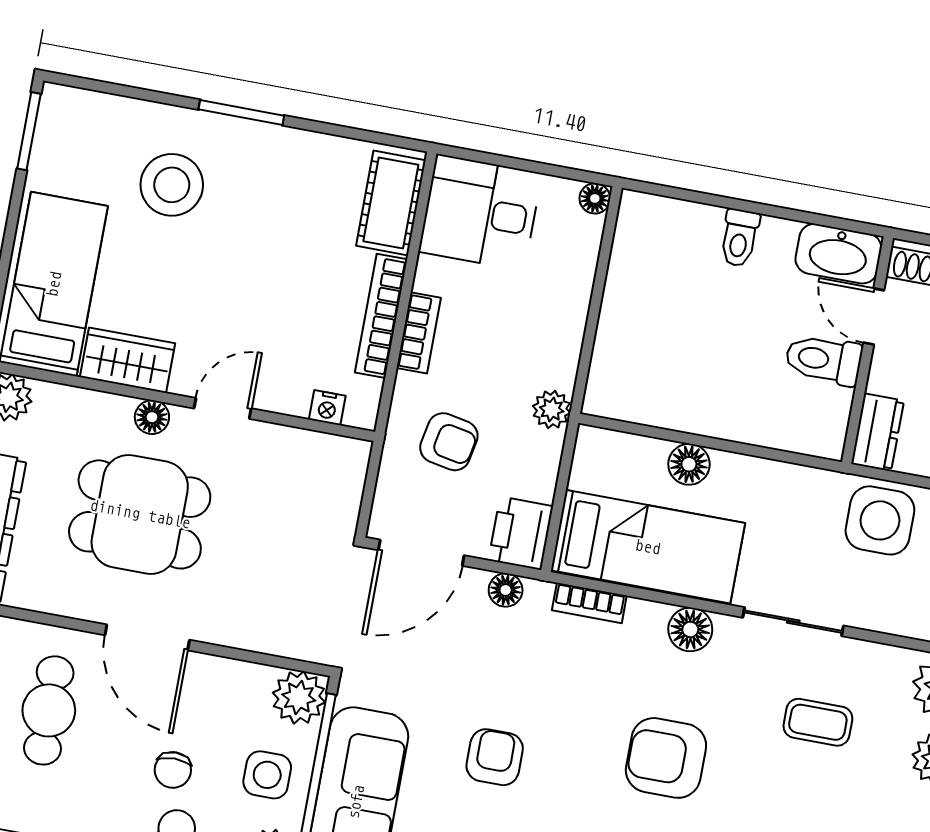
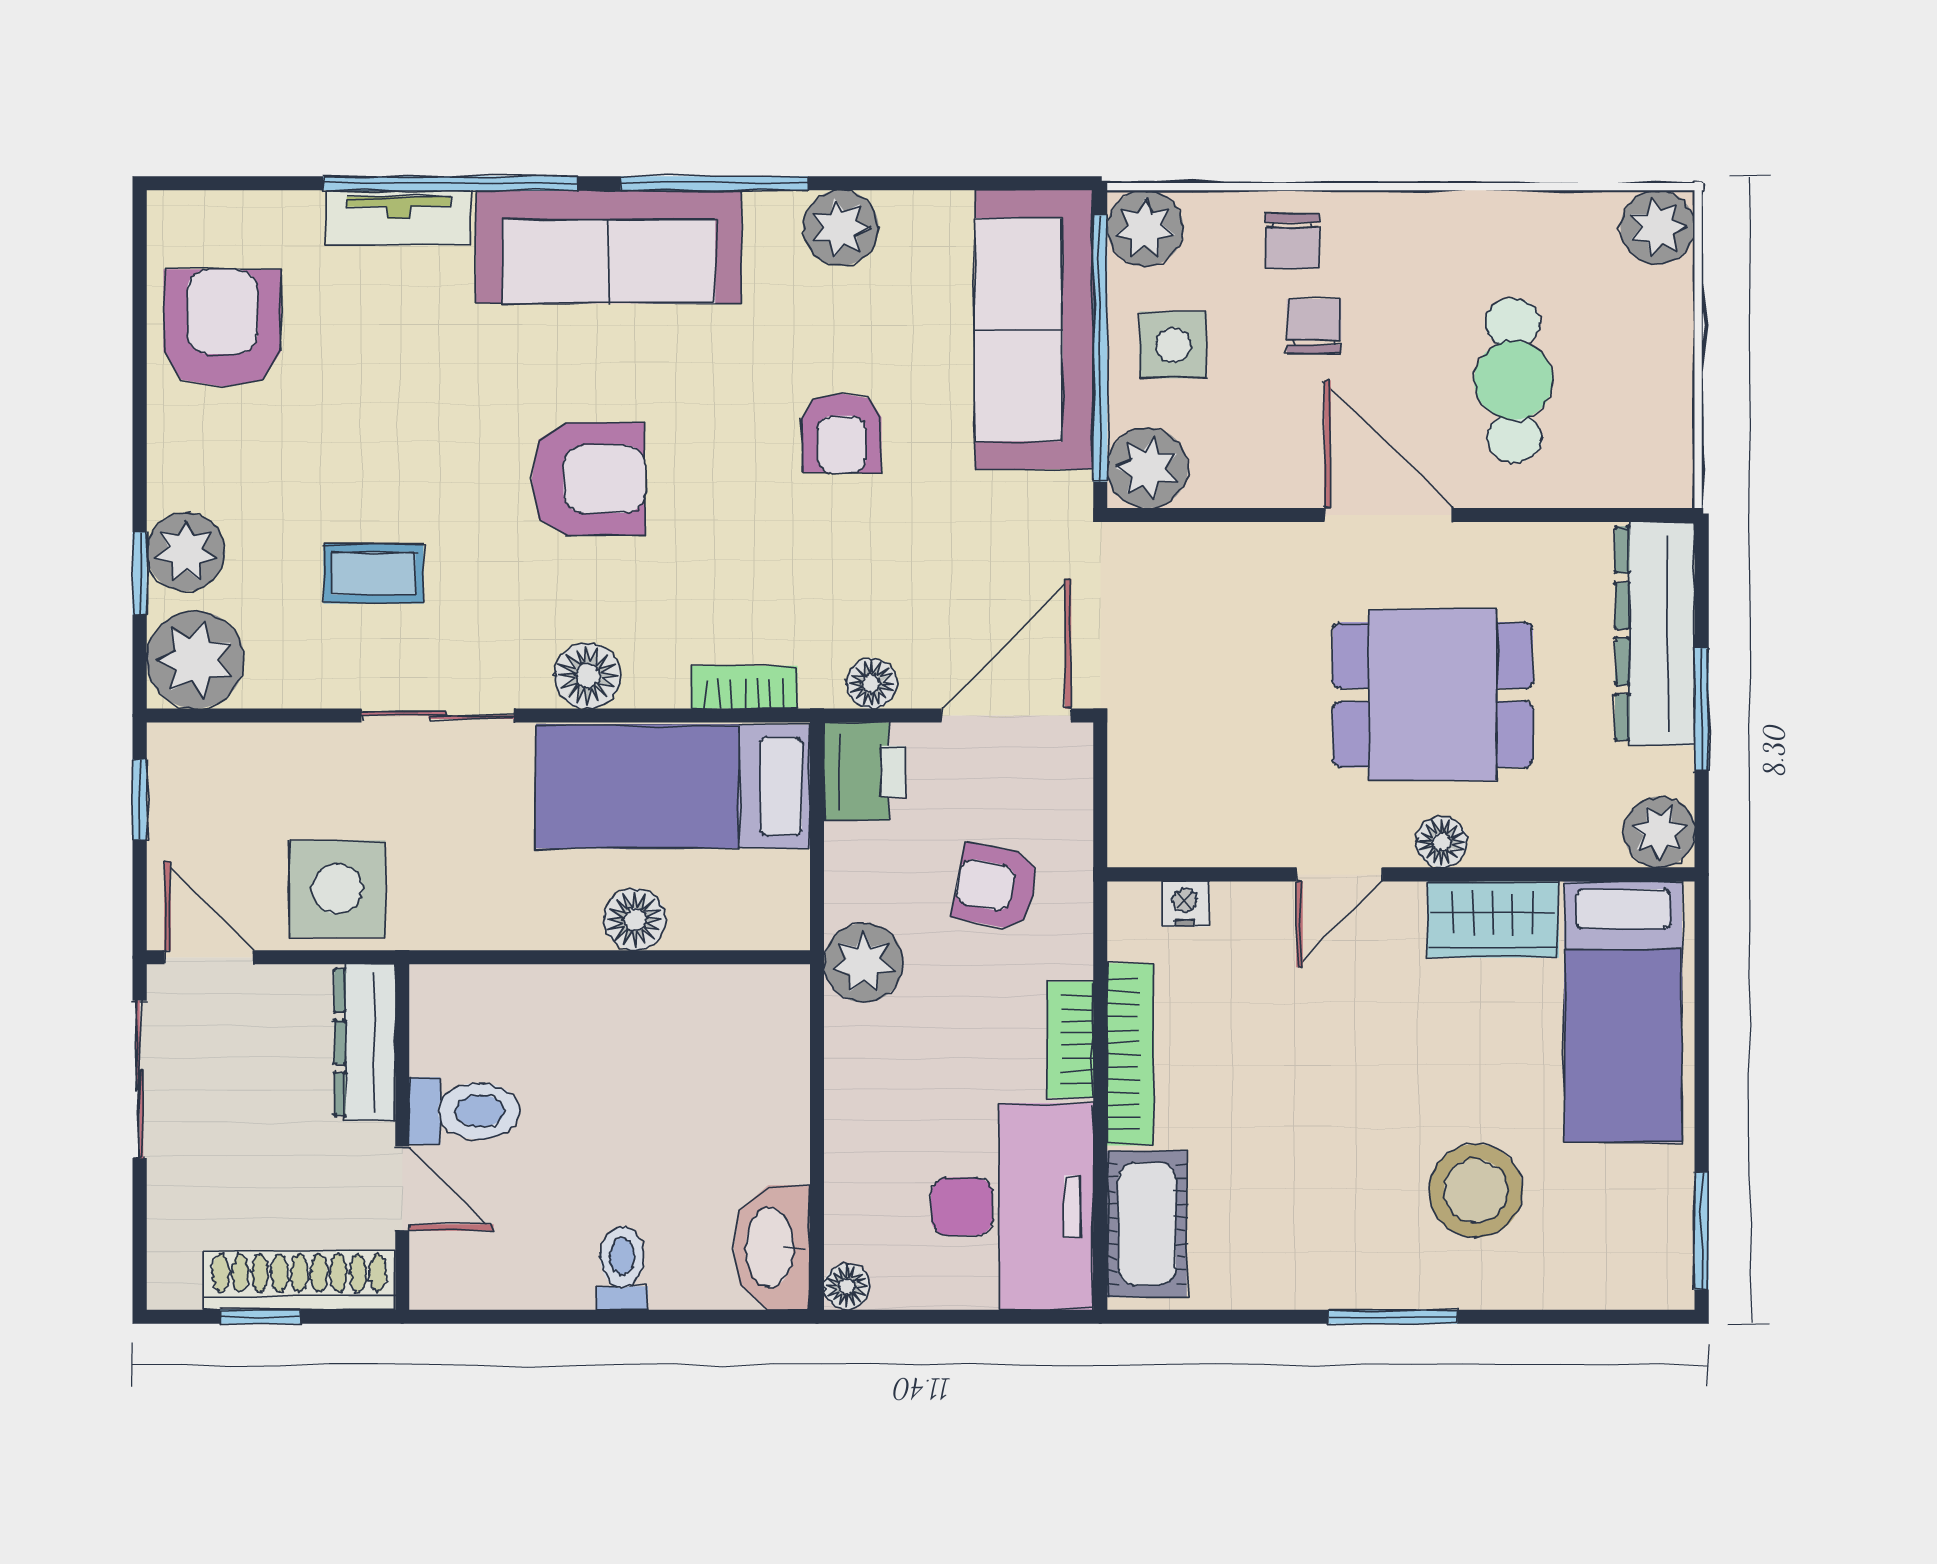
desk: (480, 212) -> (1012, 1206), width x1.37
washbasin: (838, 254) -> (772, 1247), moved, turned -90
plant: (552, 409) -> (864, 963), width x1.38, depth x1.38
dresser: (878, 432) -> (365, 1042), width x1.44

